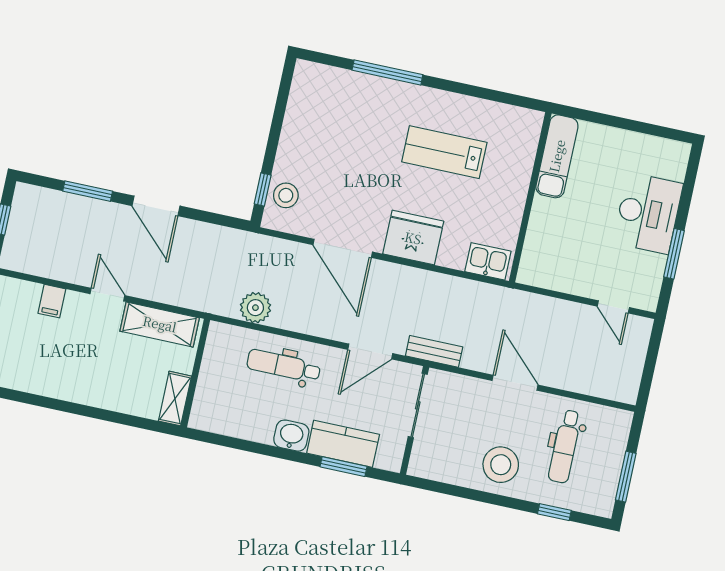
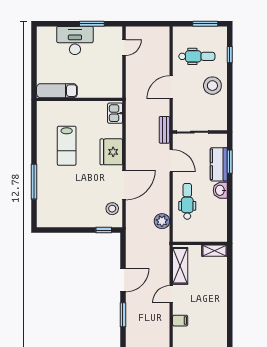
stool: (286, 195) -> (112, 209), moved
dental chair: (284, 366) -> (187, 201), turned 180

